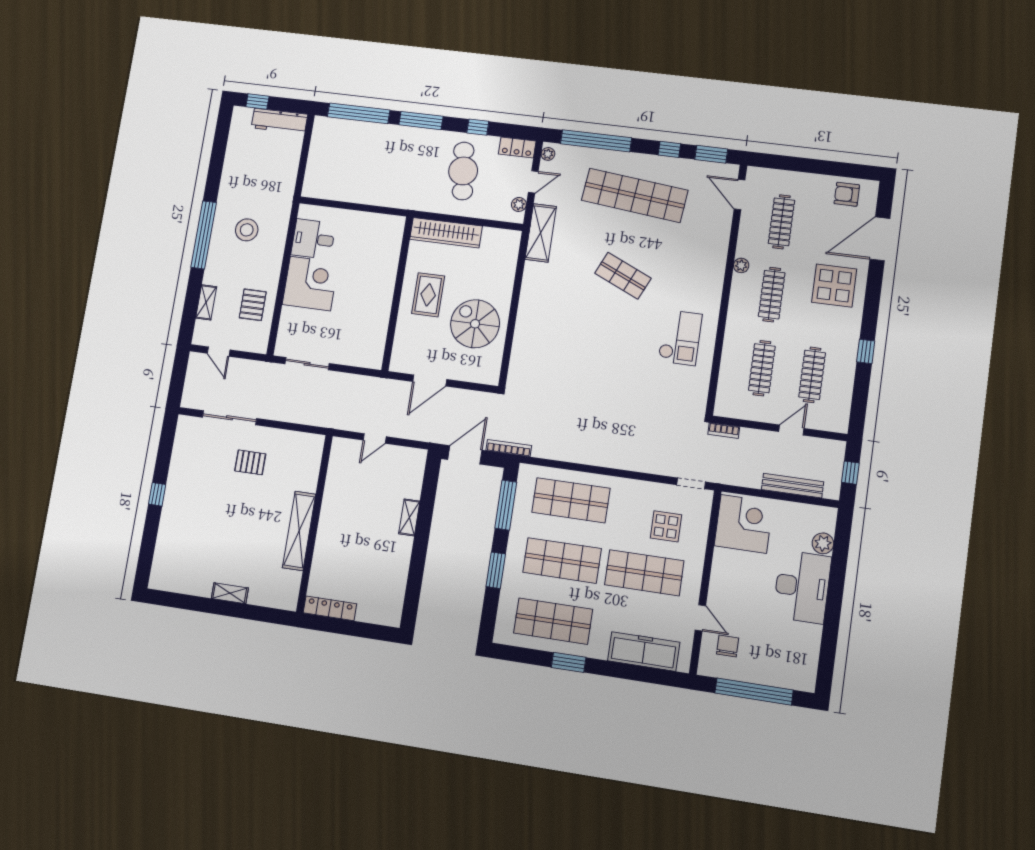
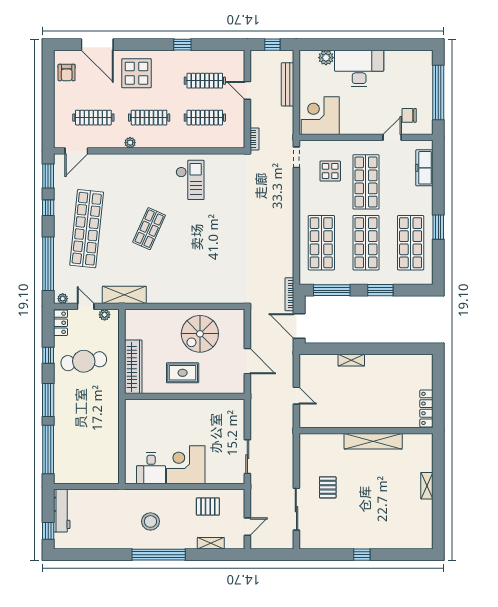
checkout: (680, 338) -> (190, 180), turned 90
freezer: (644, 651) -> (424, 168), width x0.73, depth x0.79

